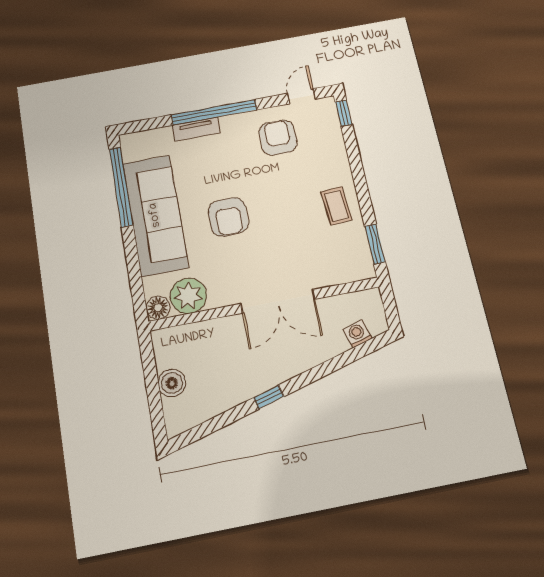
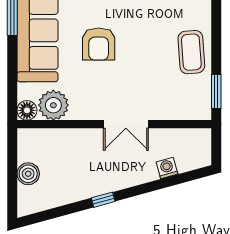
coffee table: (336, 206) -> (191, 52), width x1.36, depth x1.30
double door: (278, 301) -> (126, 124), width x0.73
washing machine: (357, 334) -> (167, 168), moved

